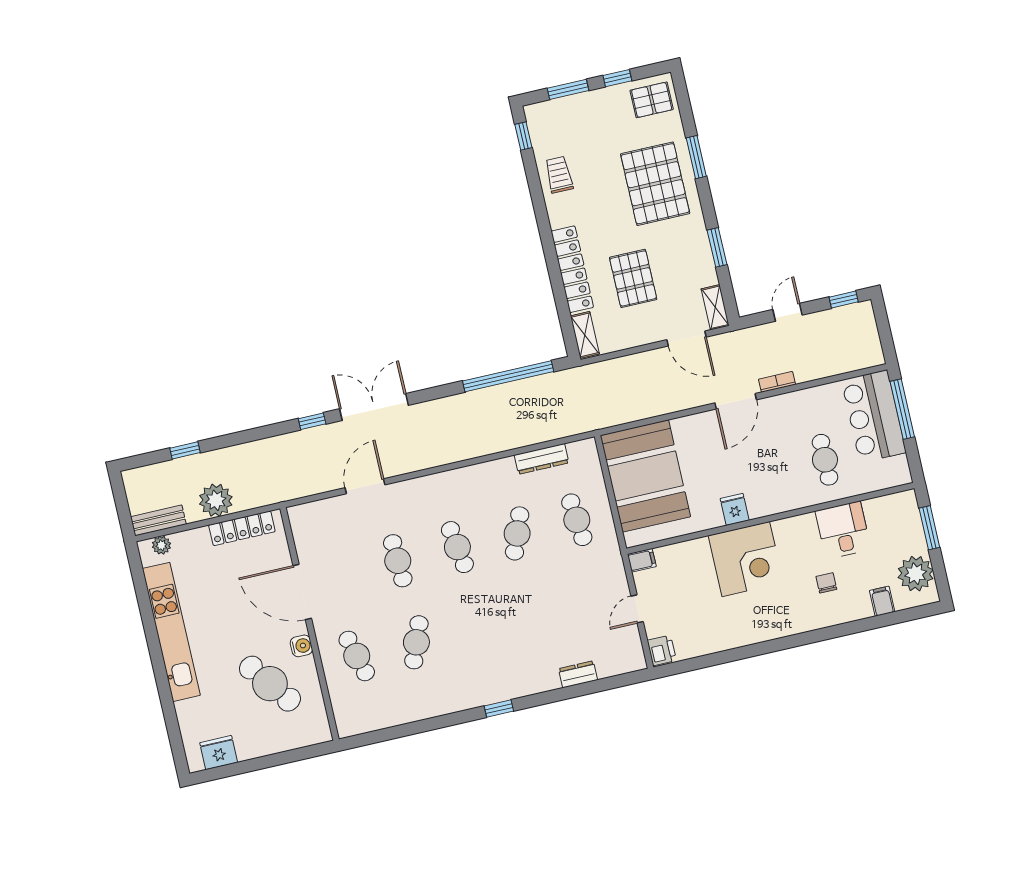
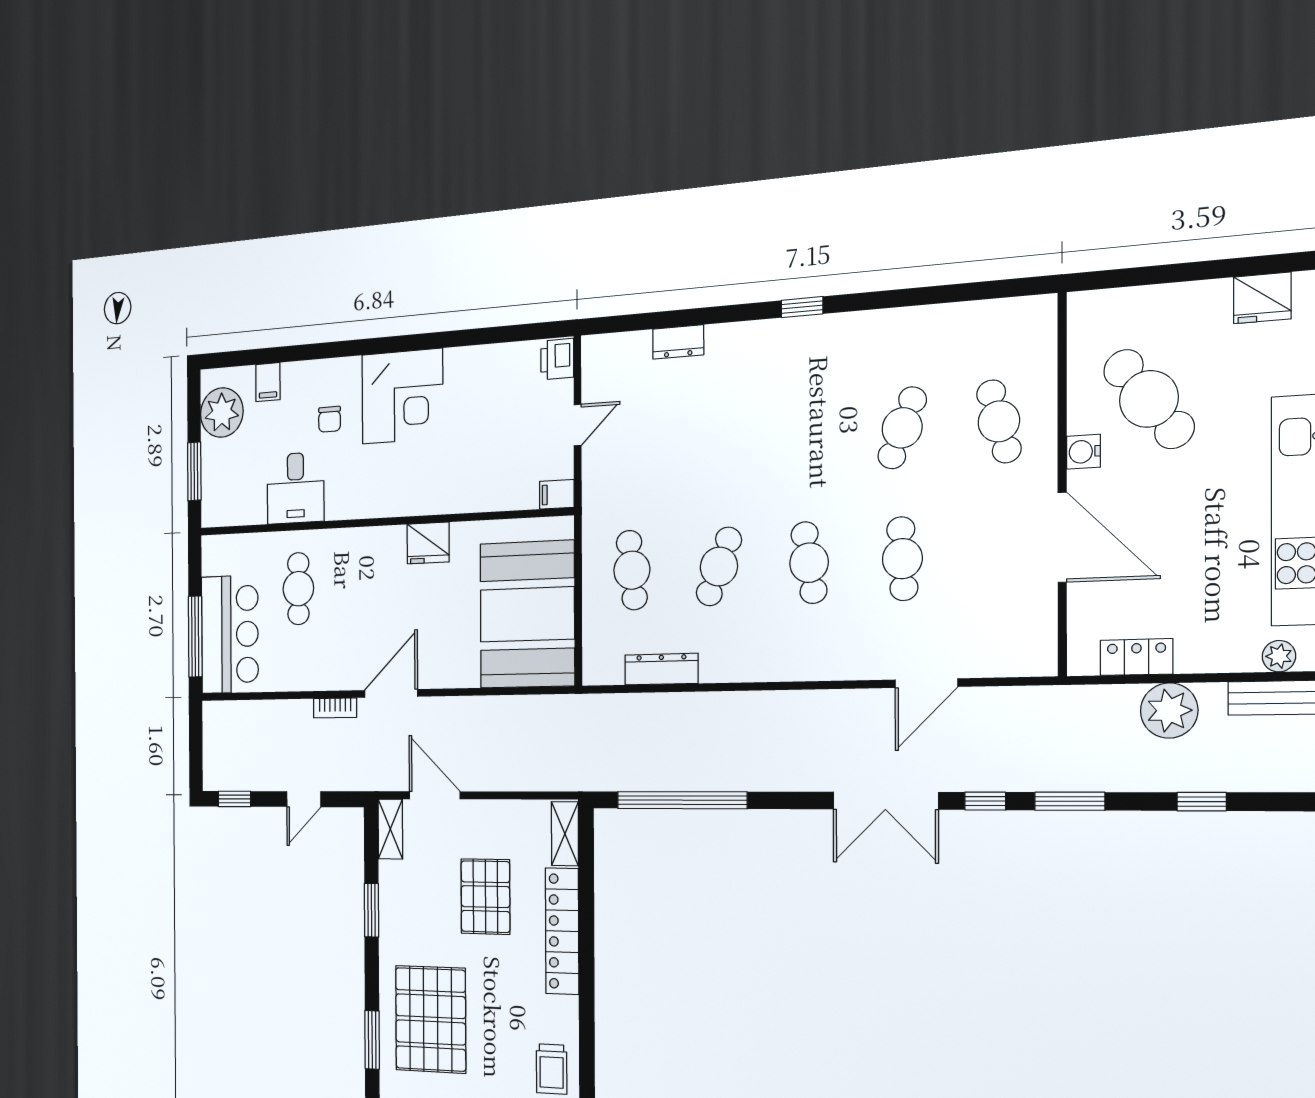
window: (261, 433) -> (1070, 801), added
fridge: (735, 509) -> (428, 543), width x1.38
locker: (242, 528) -> (1136, 657), width x0.66
corner desk: (746, 559) -> (402, 396), moved, turned 180

